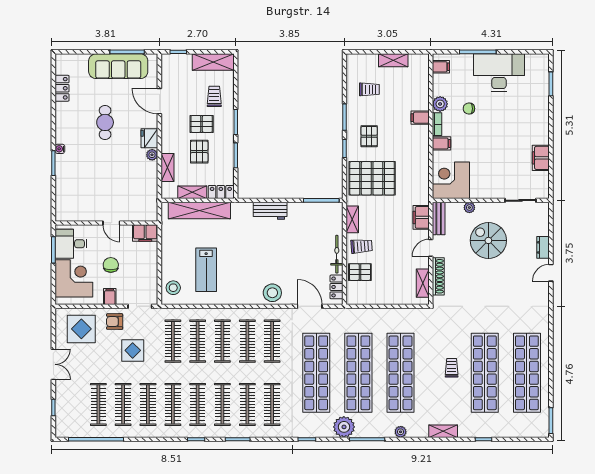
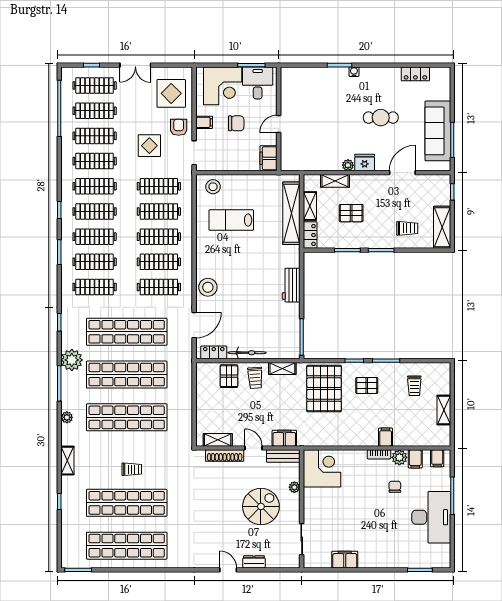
pallet: (202, 124) -> (379, 215), removed
filing cabinet: (442, 143) -> (415, 459), moved
clothes rail: (74, 404) -> (95, 86), added

